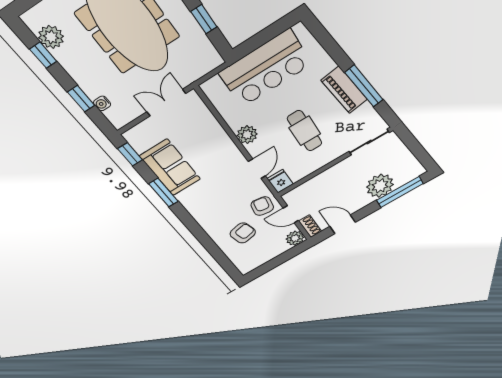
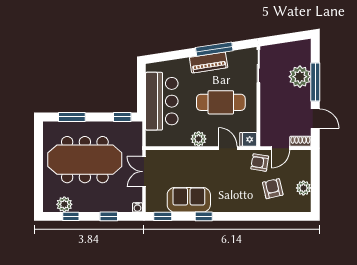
window: (204, 19) -> (122, 117), moved
water cooler: (102, 103) -> (137, 207), moved
cafe table: (305, 131) -> (221, 102), width x1.37, depth x1.35
window: (400, 192) -> (315, 82), moved
window: (164, 193) -> (204, 216), width x0.67
door: (343, 224) -> (315, 119), swing flipped
plant: (295, 238) -> (303, 188), moved

